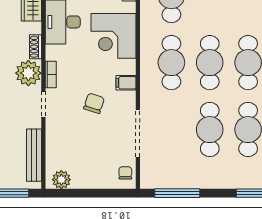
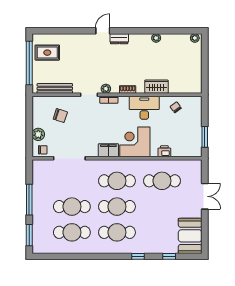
plant: (28, 73) -> (106, 89), width x0.53, depth x0.53
filing cabinet: (126, 83) -> (108, 150), width x2.00
chair: (94, 103) -> (60, 116), moved
plant: (61, 180) -> (38, 134), moved
window: (177, 193) -> (29, 200), moved

